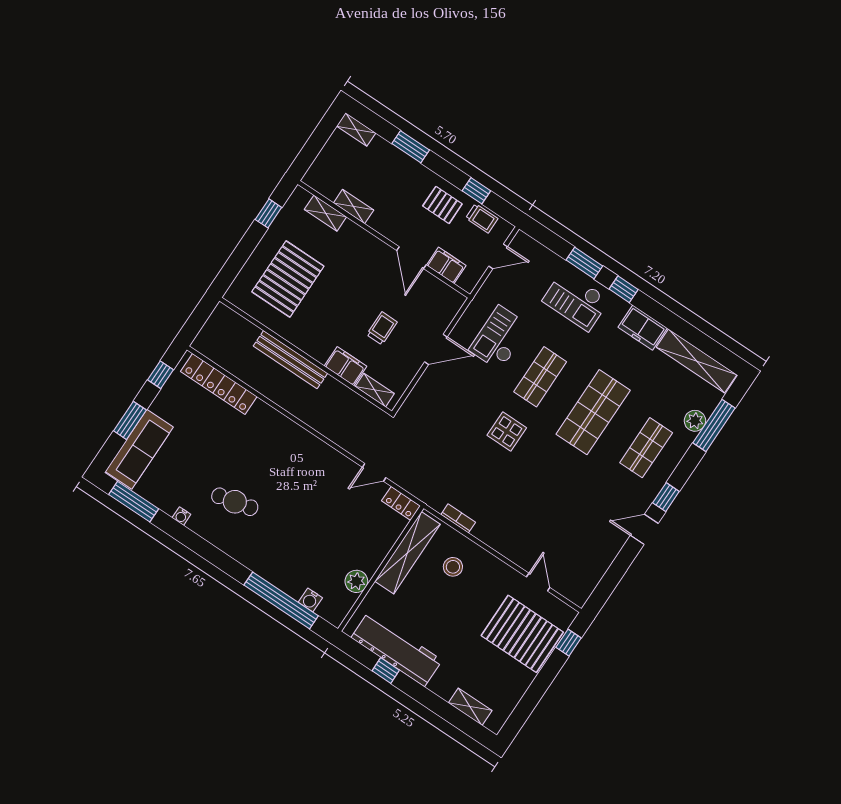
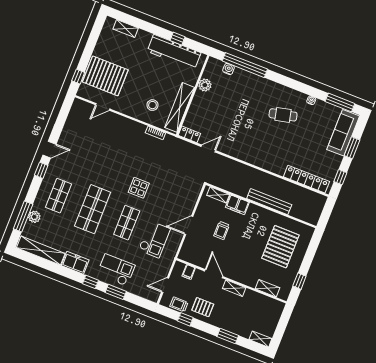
shelving: (354, 206) -> (234, 288), moved
filing cabinet: (446, 265) -> (189, 272), width x0.50
door: (538, 582) -> (103, 107), hinge flipped

